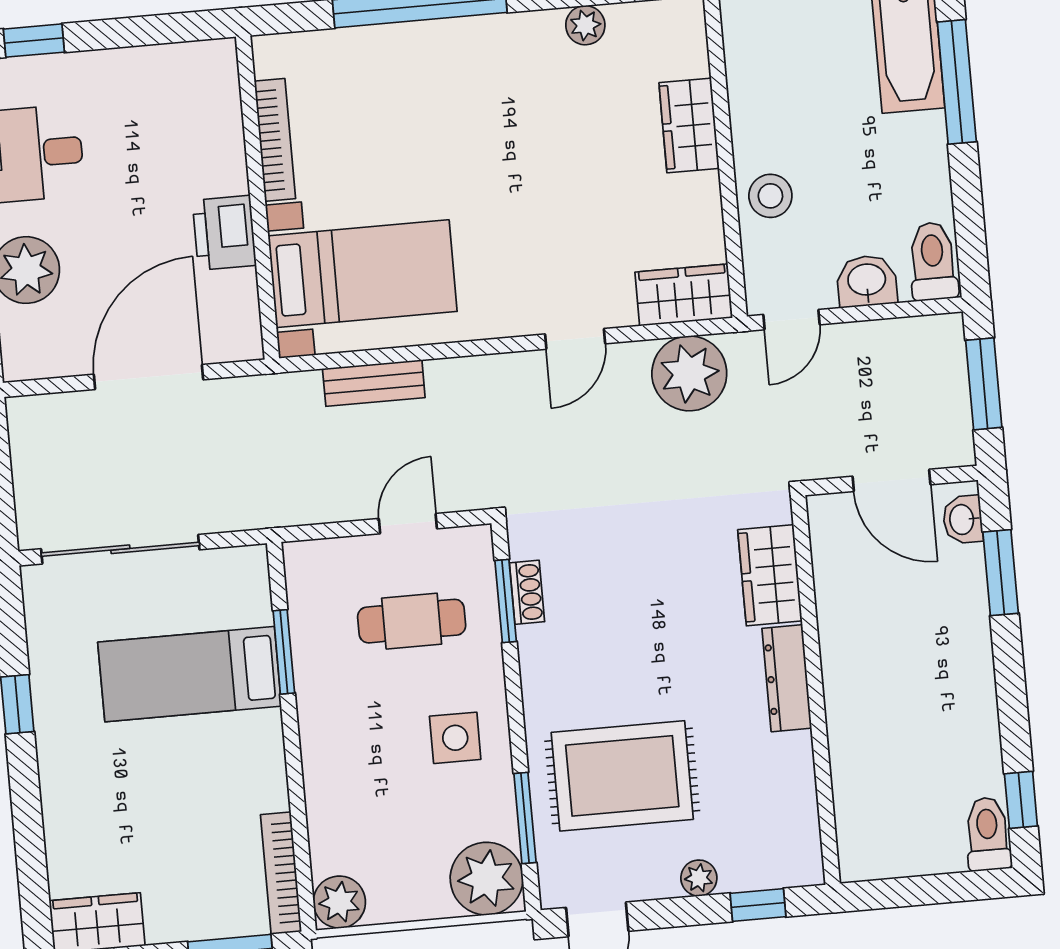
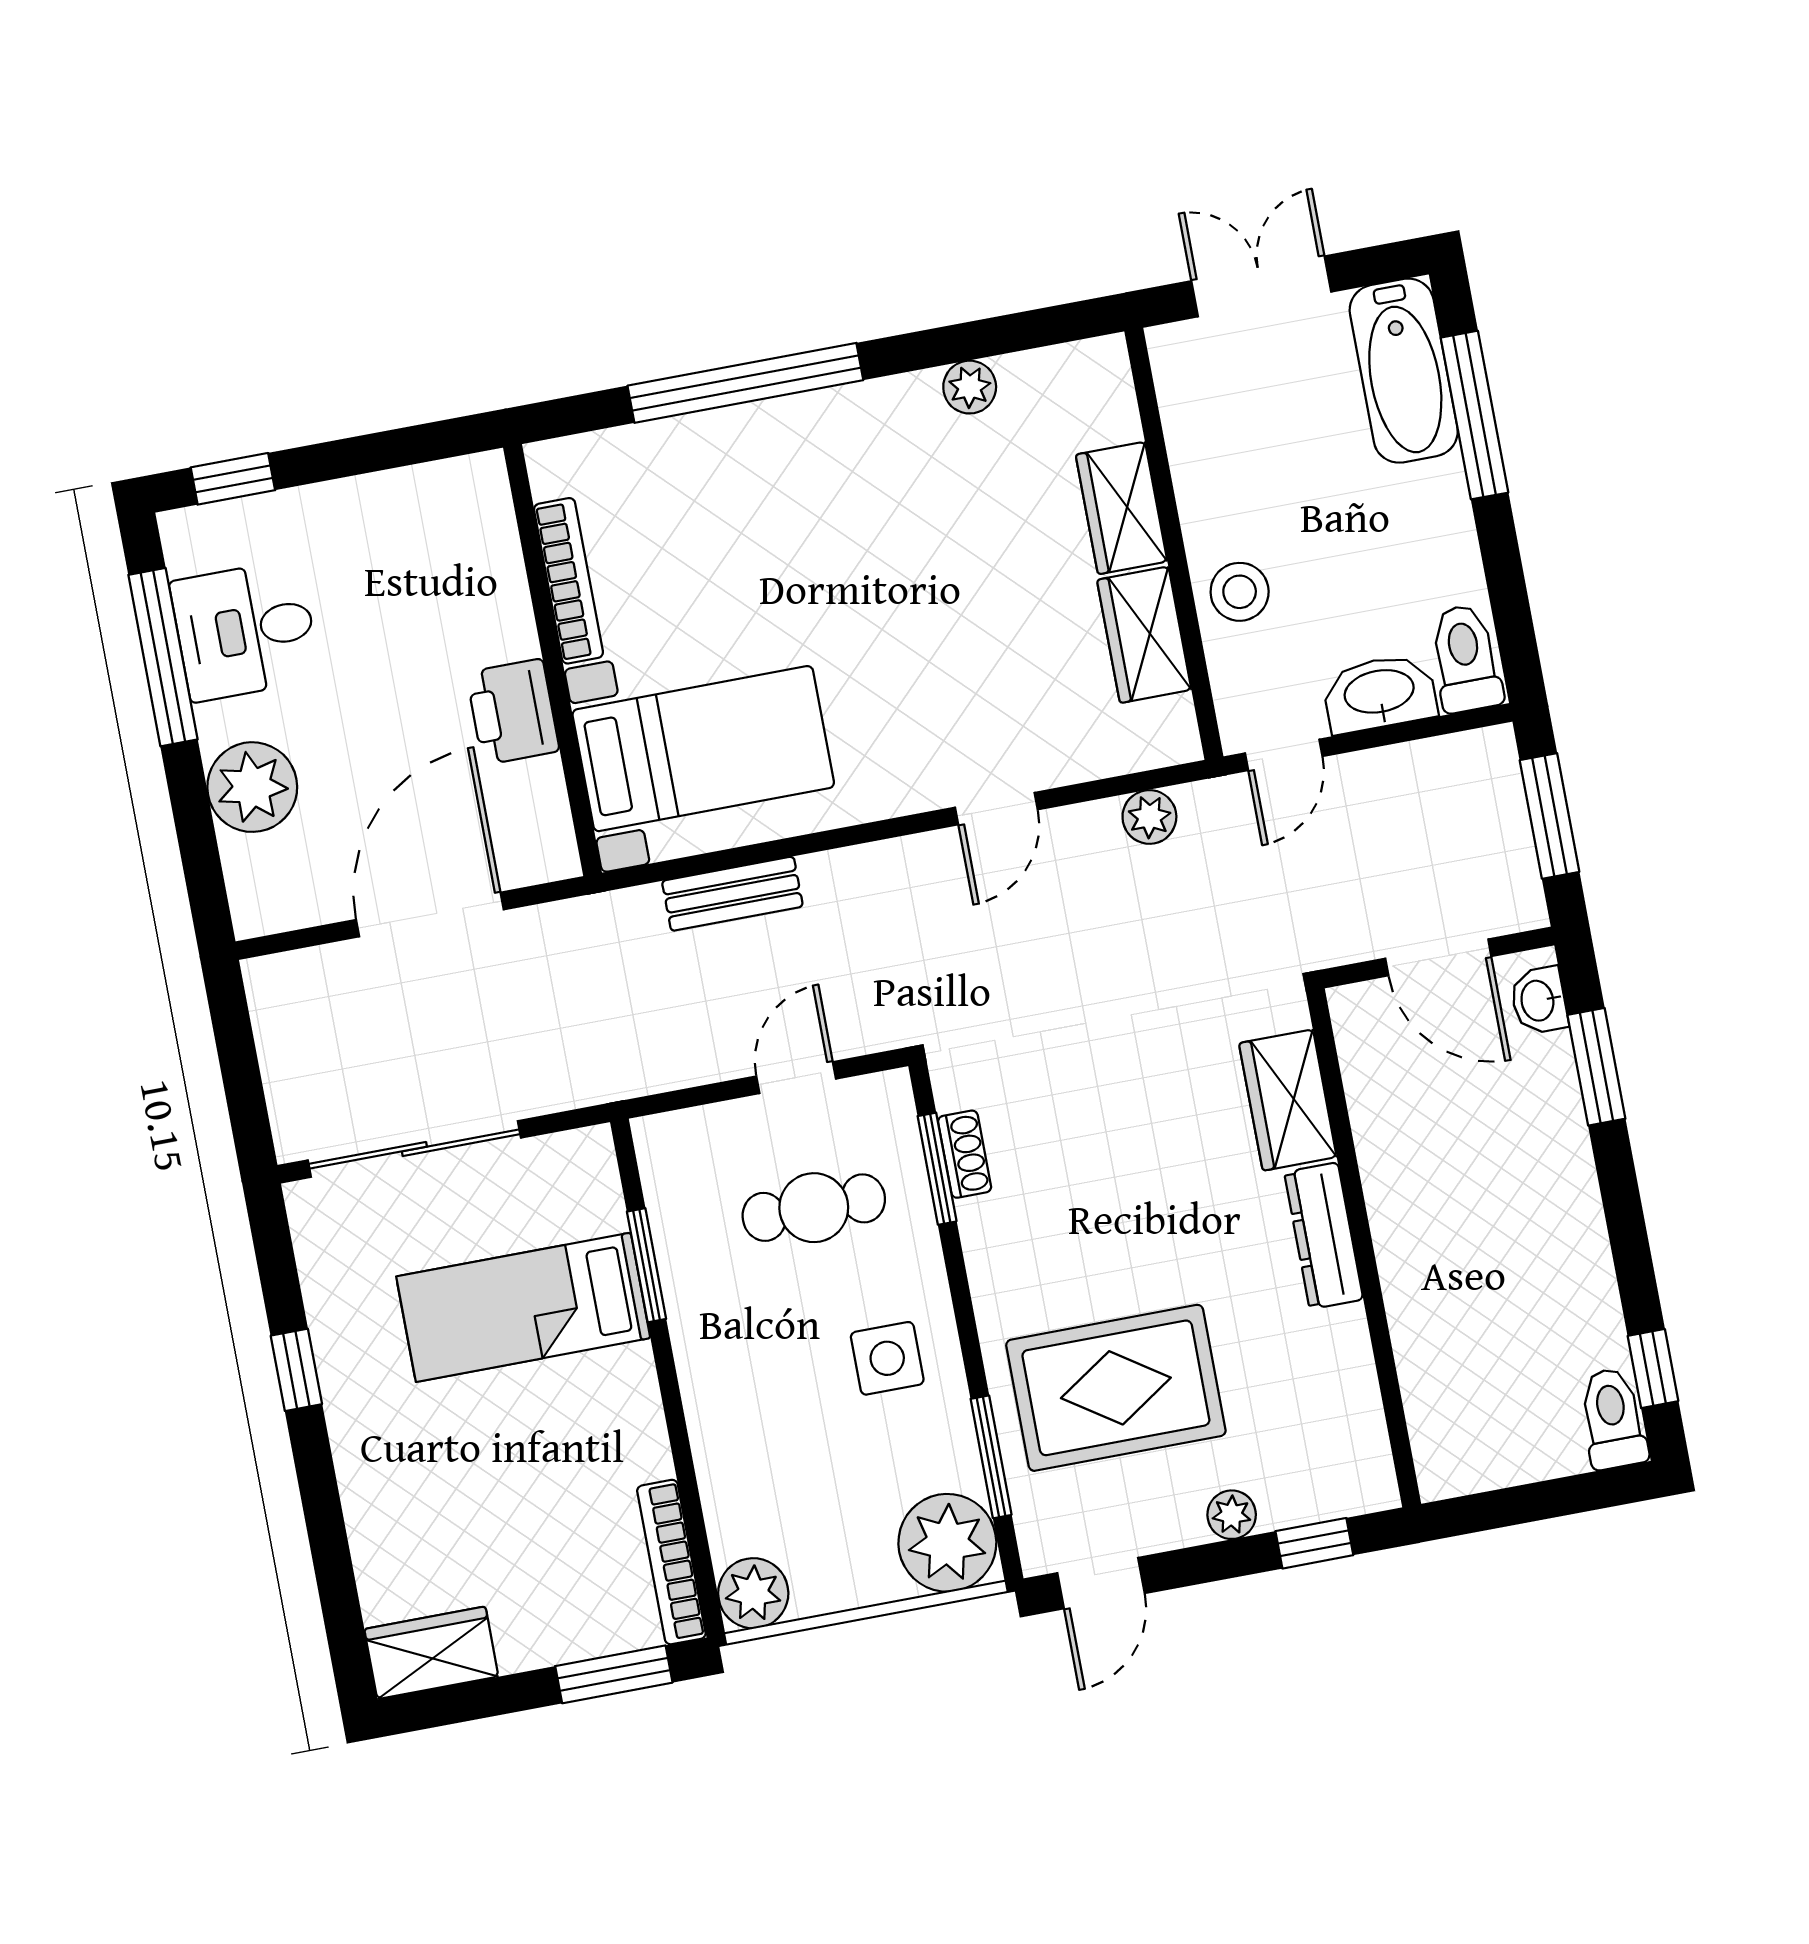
washbasin: (867, 281) -> (1380, 693), width x1.38
wardrobe: (684, 295) -> (1144, 635), moved, turned -90
plant: (689, 373) -> (1149, 817), width x0.53, depth x0.53

